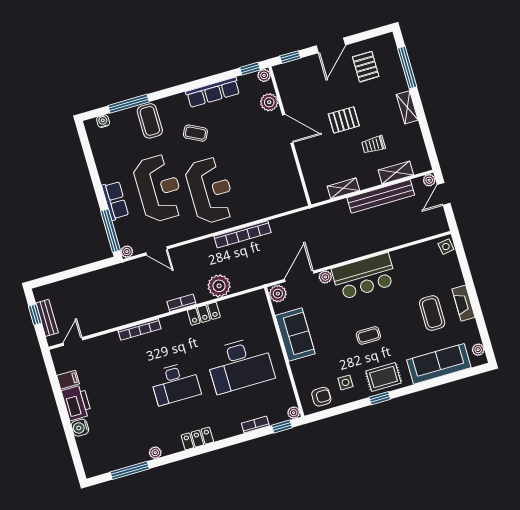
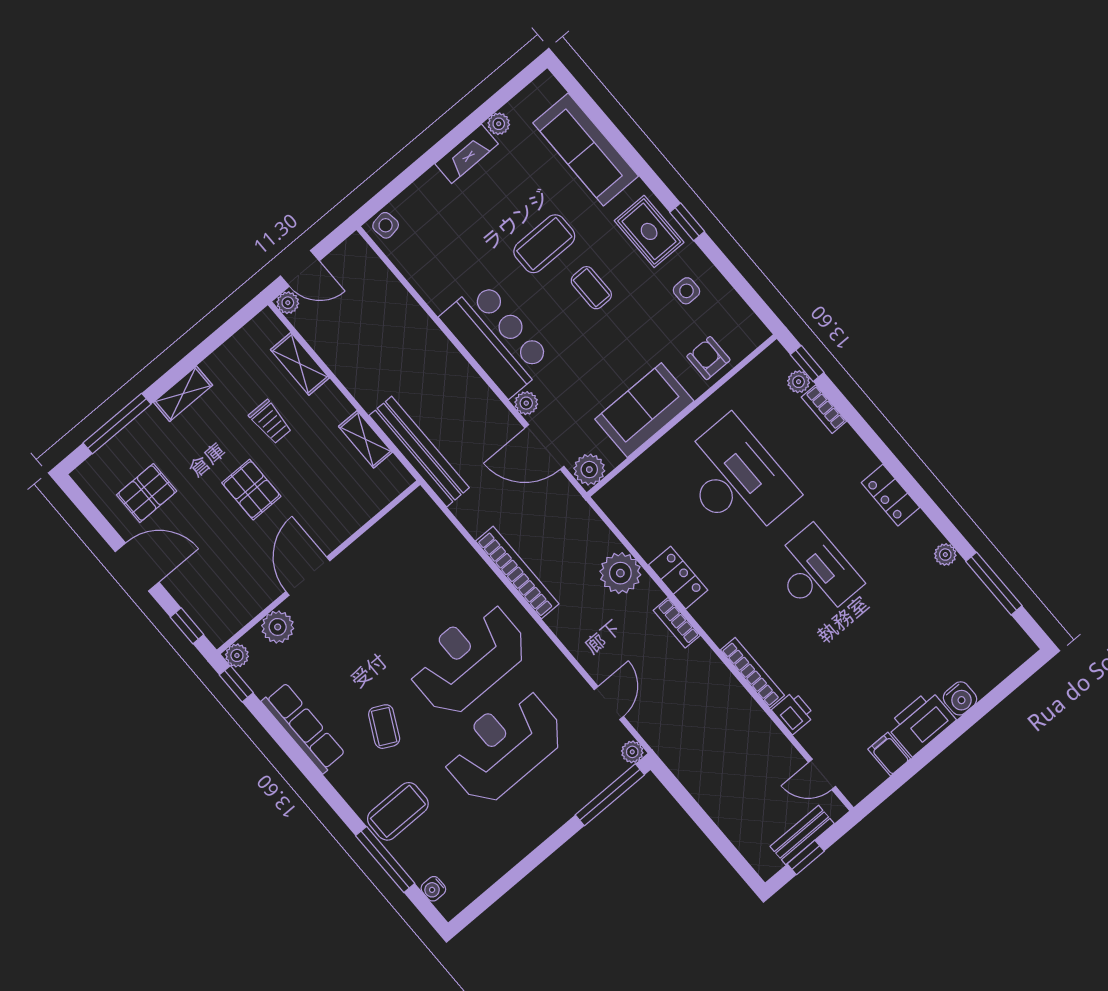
bench: (381, 196) -> (419, 452), moved
row of seats: (115, 201) -> (556, 809), removed
coffee table: (432, 313) -> (544, 244), moved
printer: (110, 341) -> (793, 713), added
plant: (478, 350) -> (499, 124), moved
armchair: (321, 397) -> (708, 358), moved
plant: (294, 413) -> (799, 382), moved

